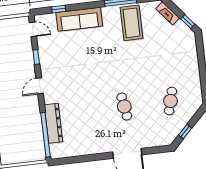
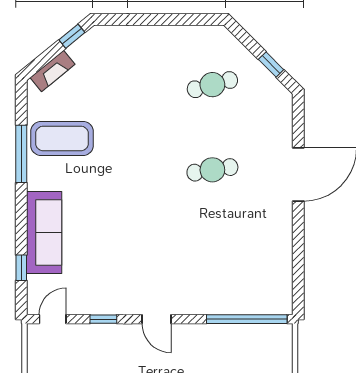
cafe table: (170, 101) -> (212, 85), turned -30
dresser: (53, 123) -> (228, 302), removed

